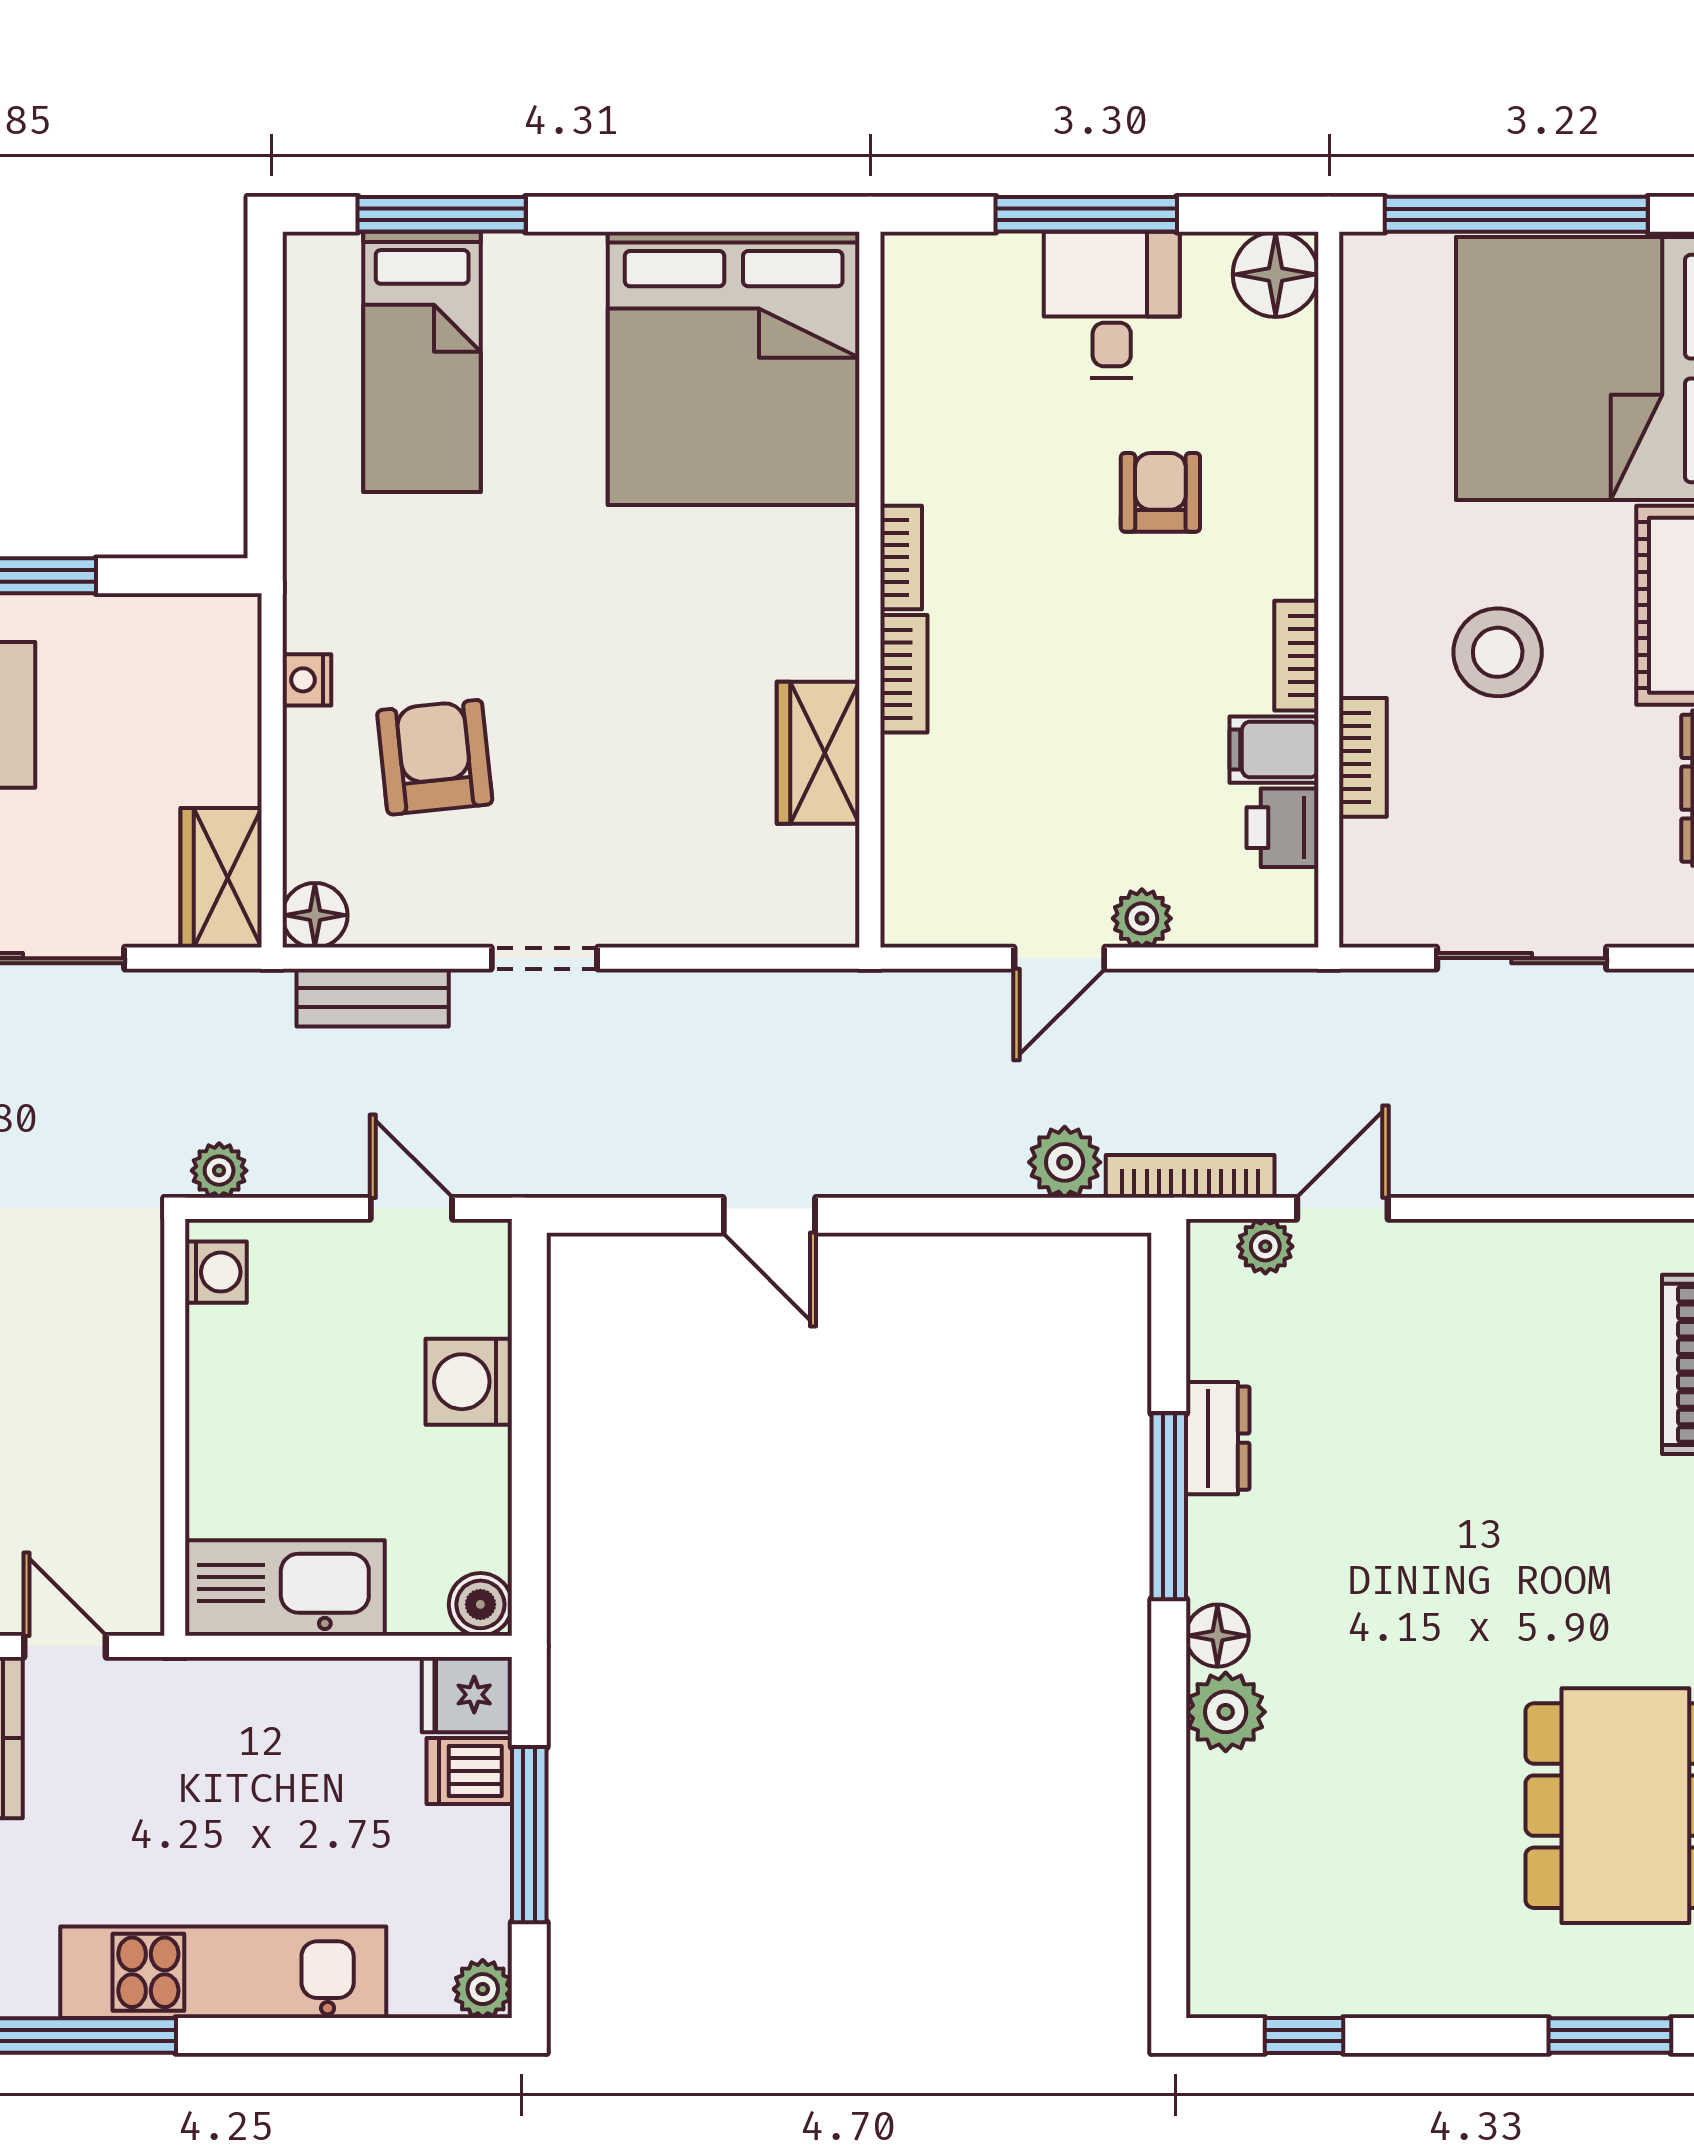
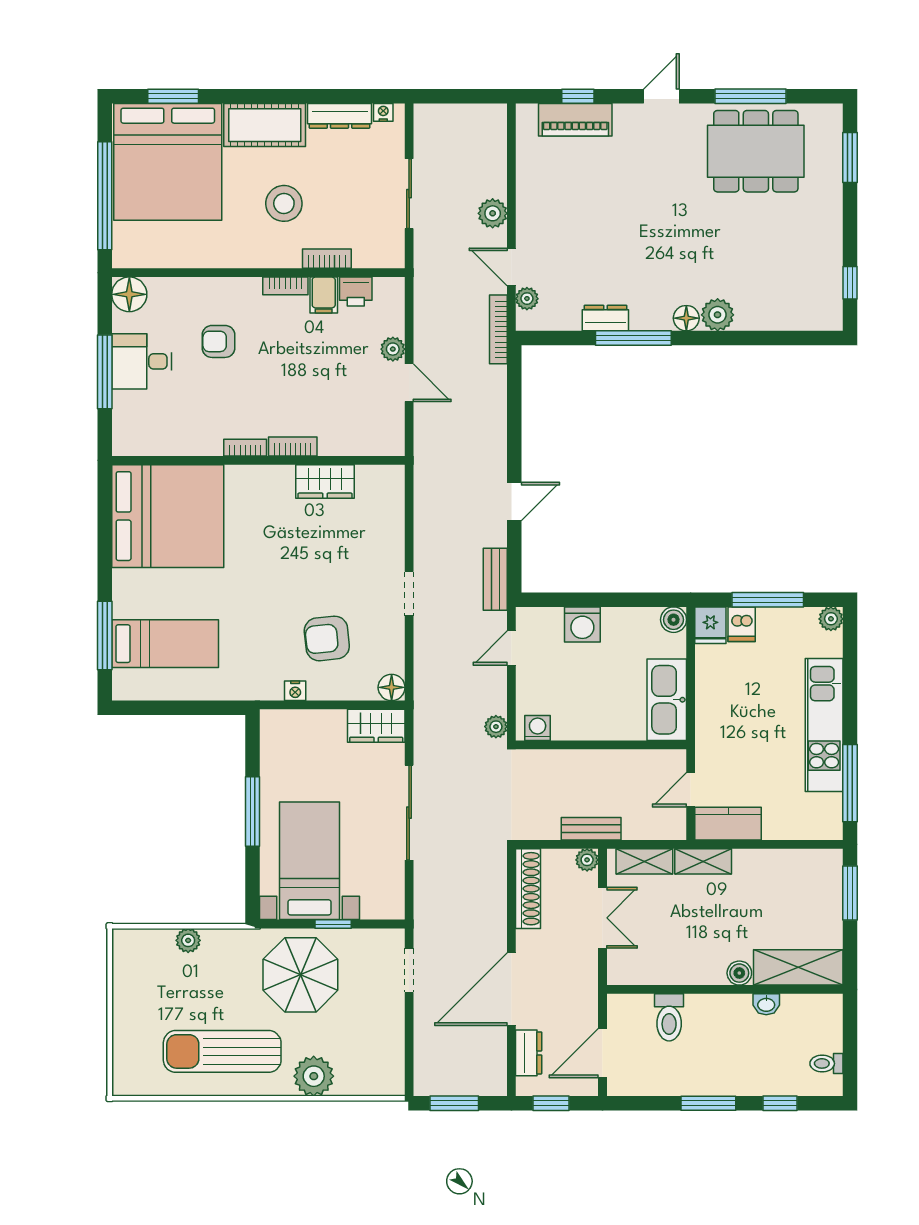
bench: (373, 998) -> (495, 579), moved
plant: (1065, 1162) -> (493, 213), moved

